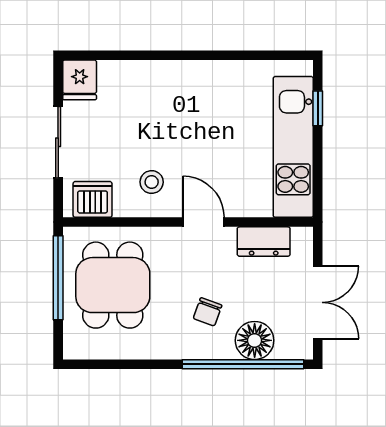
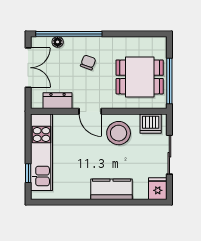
kitchen counter: (164, 79) -> (112, 189), added
stool: (152, 182) -> (119, 133), width x1.89, depth x1.89
dining table: (113, 285) -> (140, 77), turned 90
double door: (318, 302) -> (28, 68), swing flipped
floor lamp: (255, 340) -> (58, 42), width x0.53, depth x0.53

